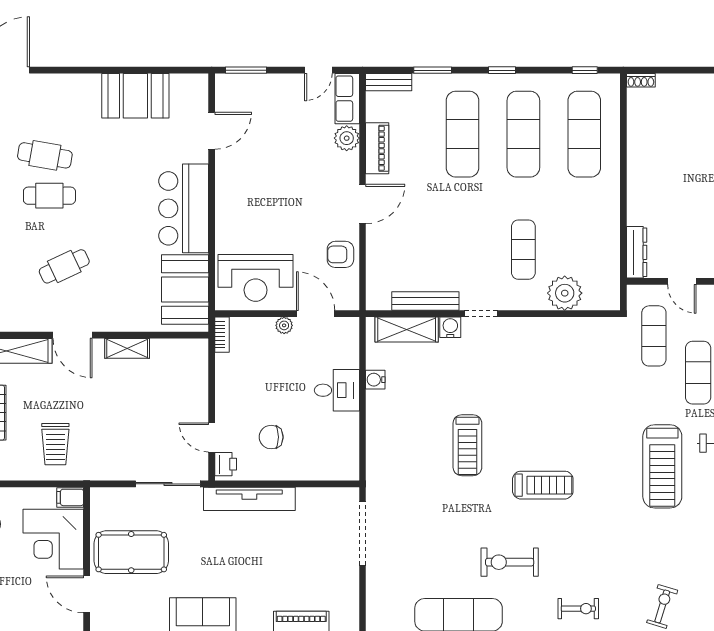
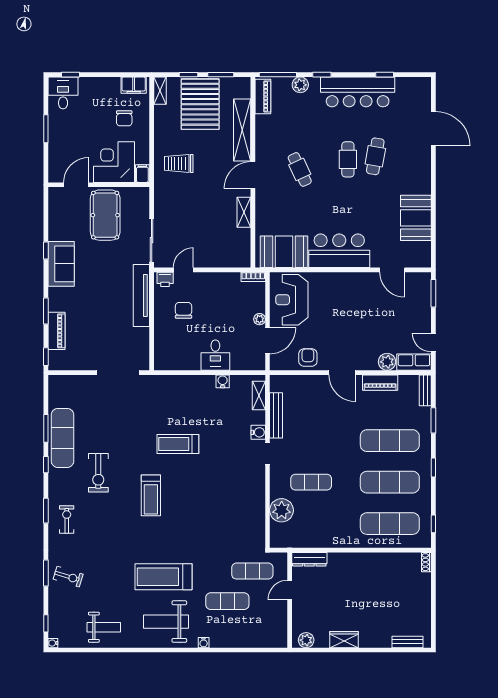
shelving: (407, 330) -> (259, 395), width x0.67, depth x0.75
exercise bike: (510, 562) -> (98, 473), turned 180
exercise bike: (578, 609) -> (67, 519), turned 180

